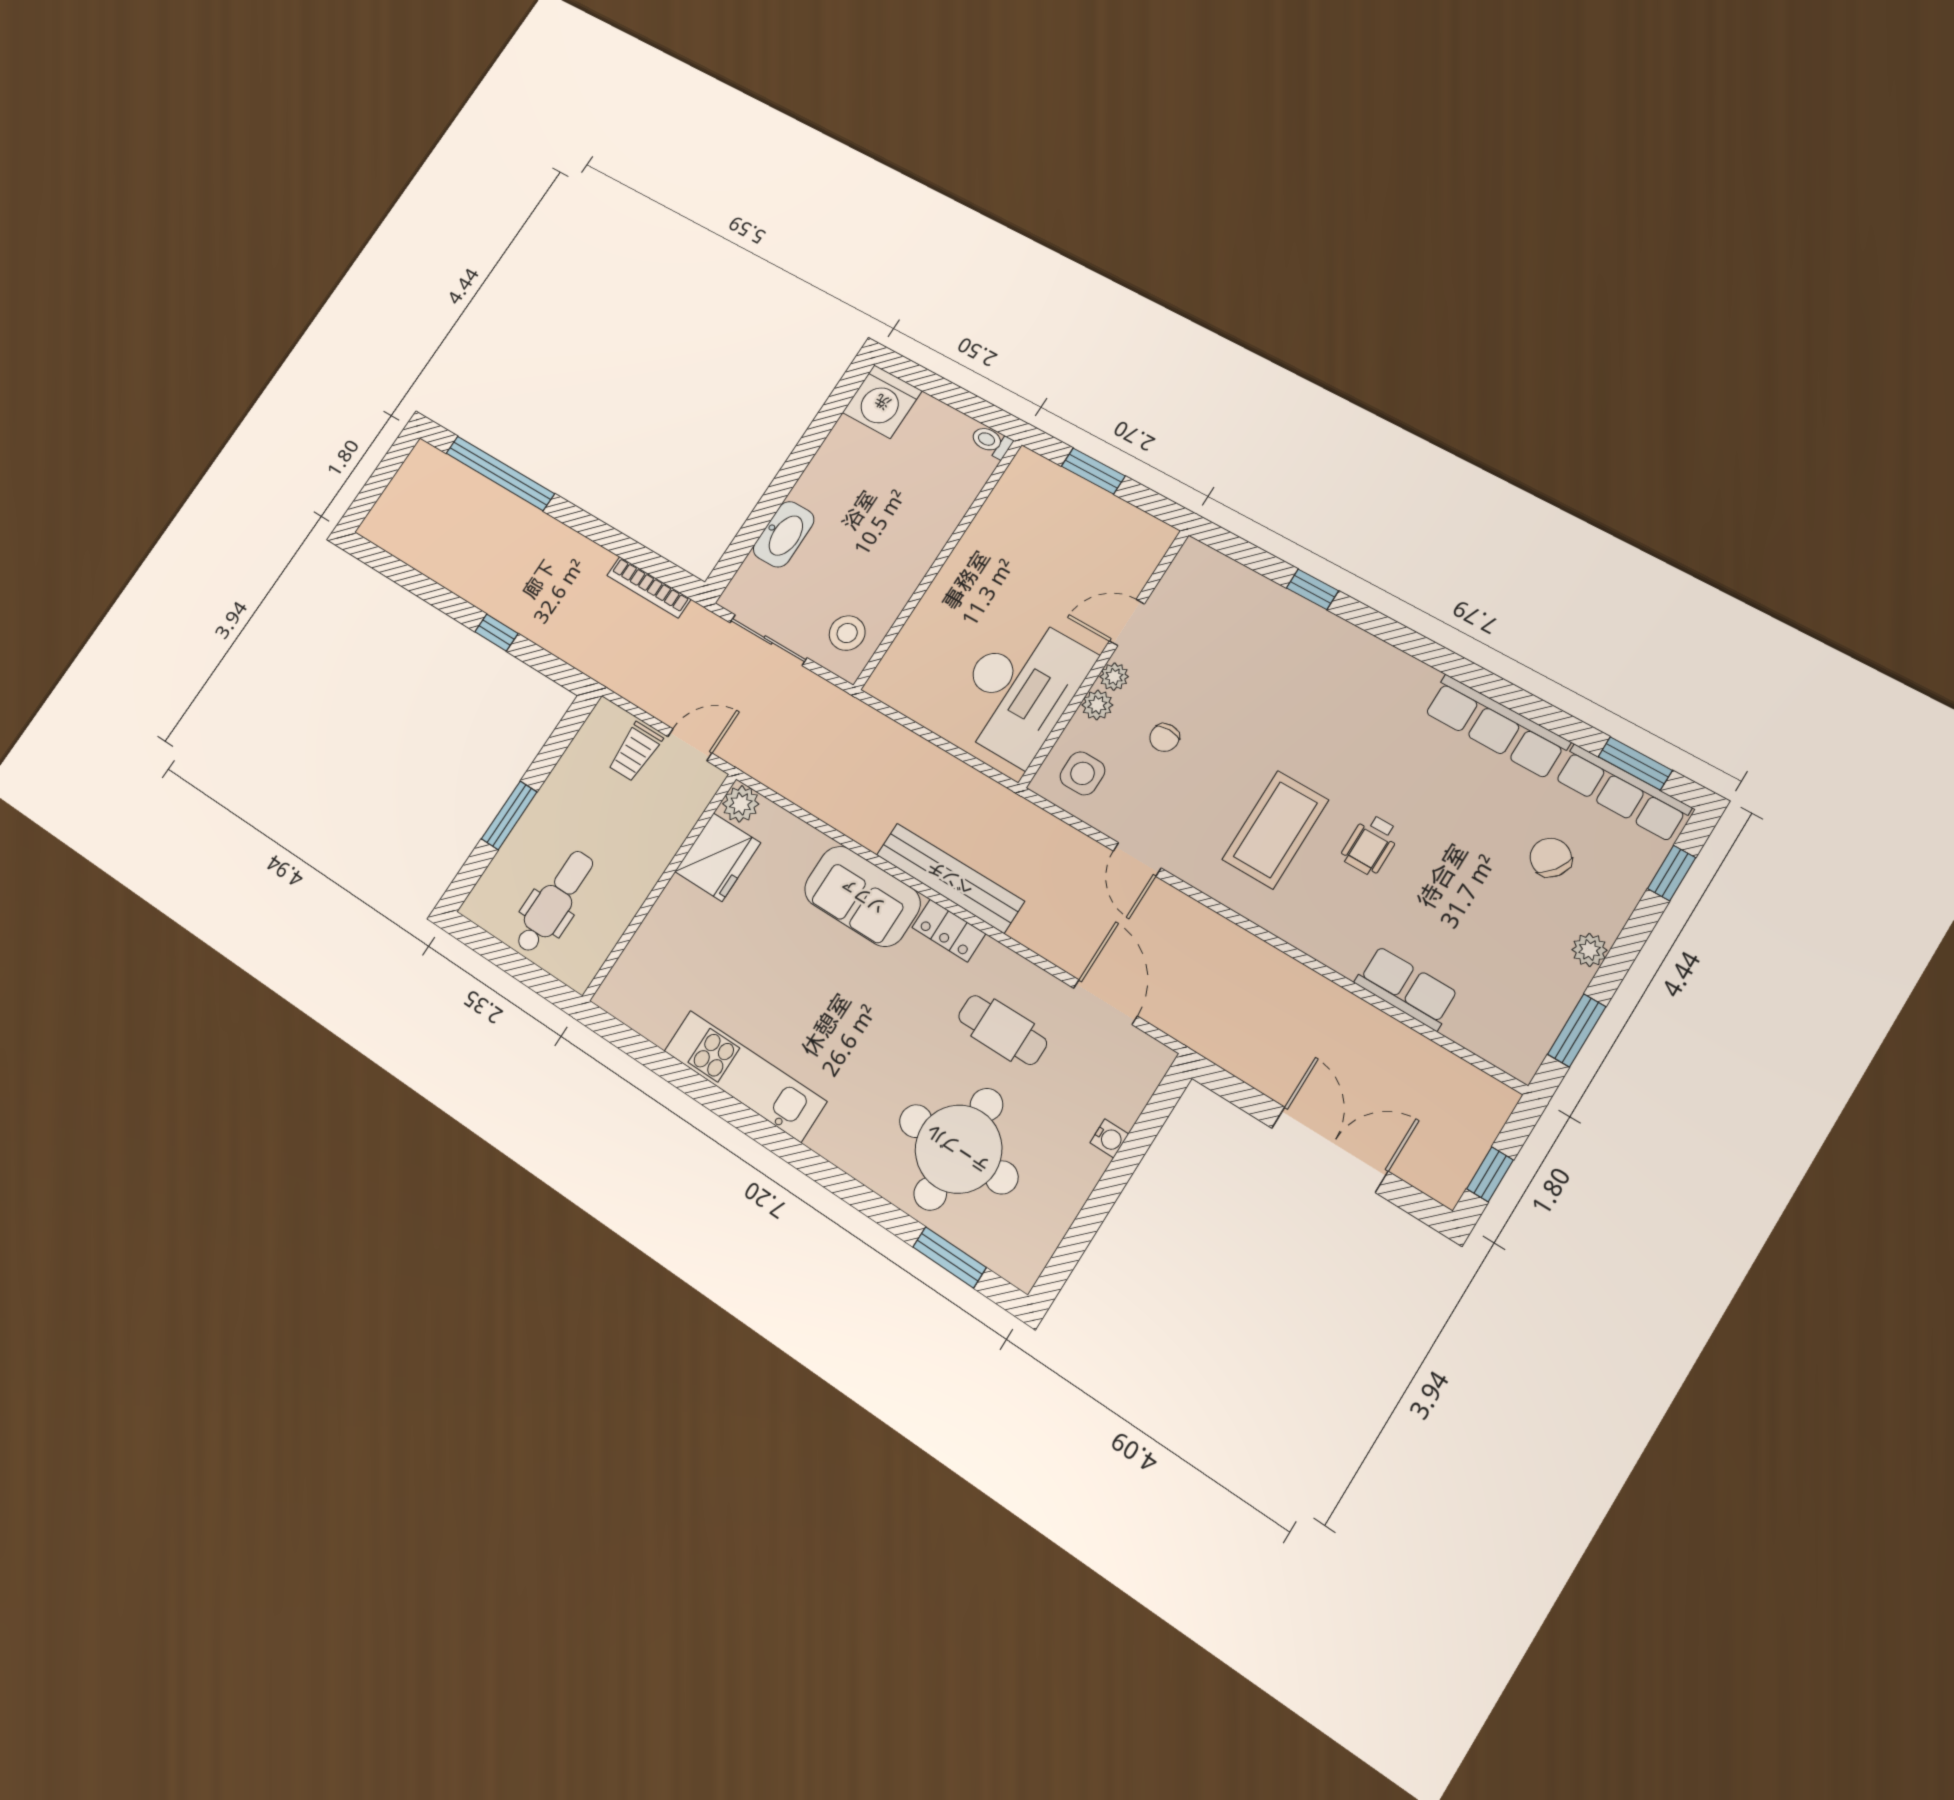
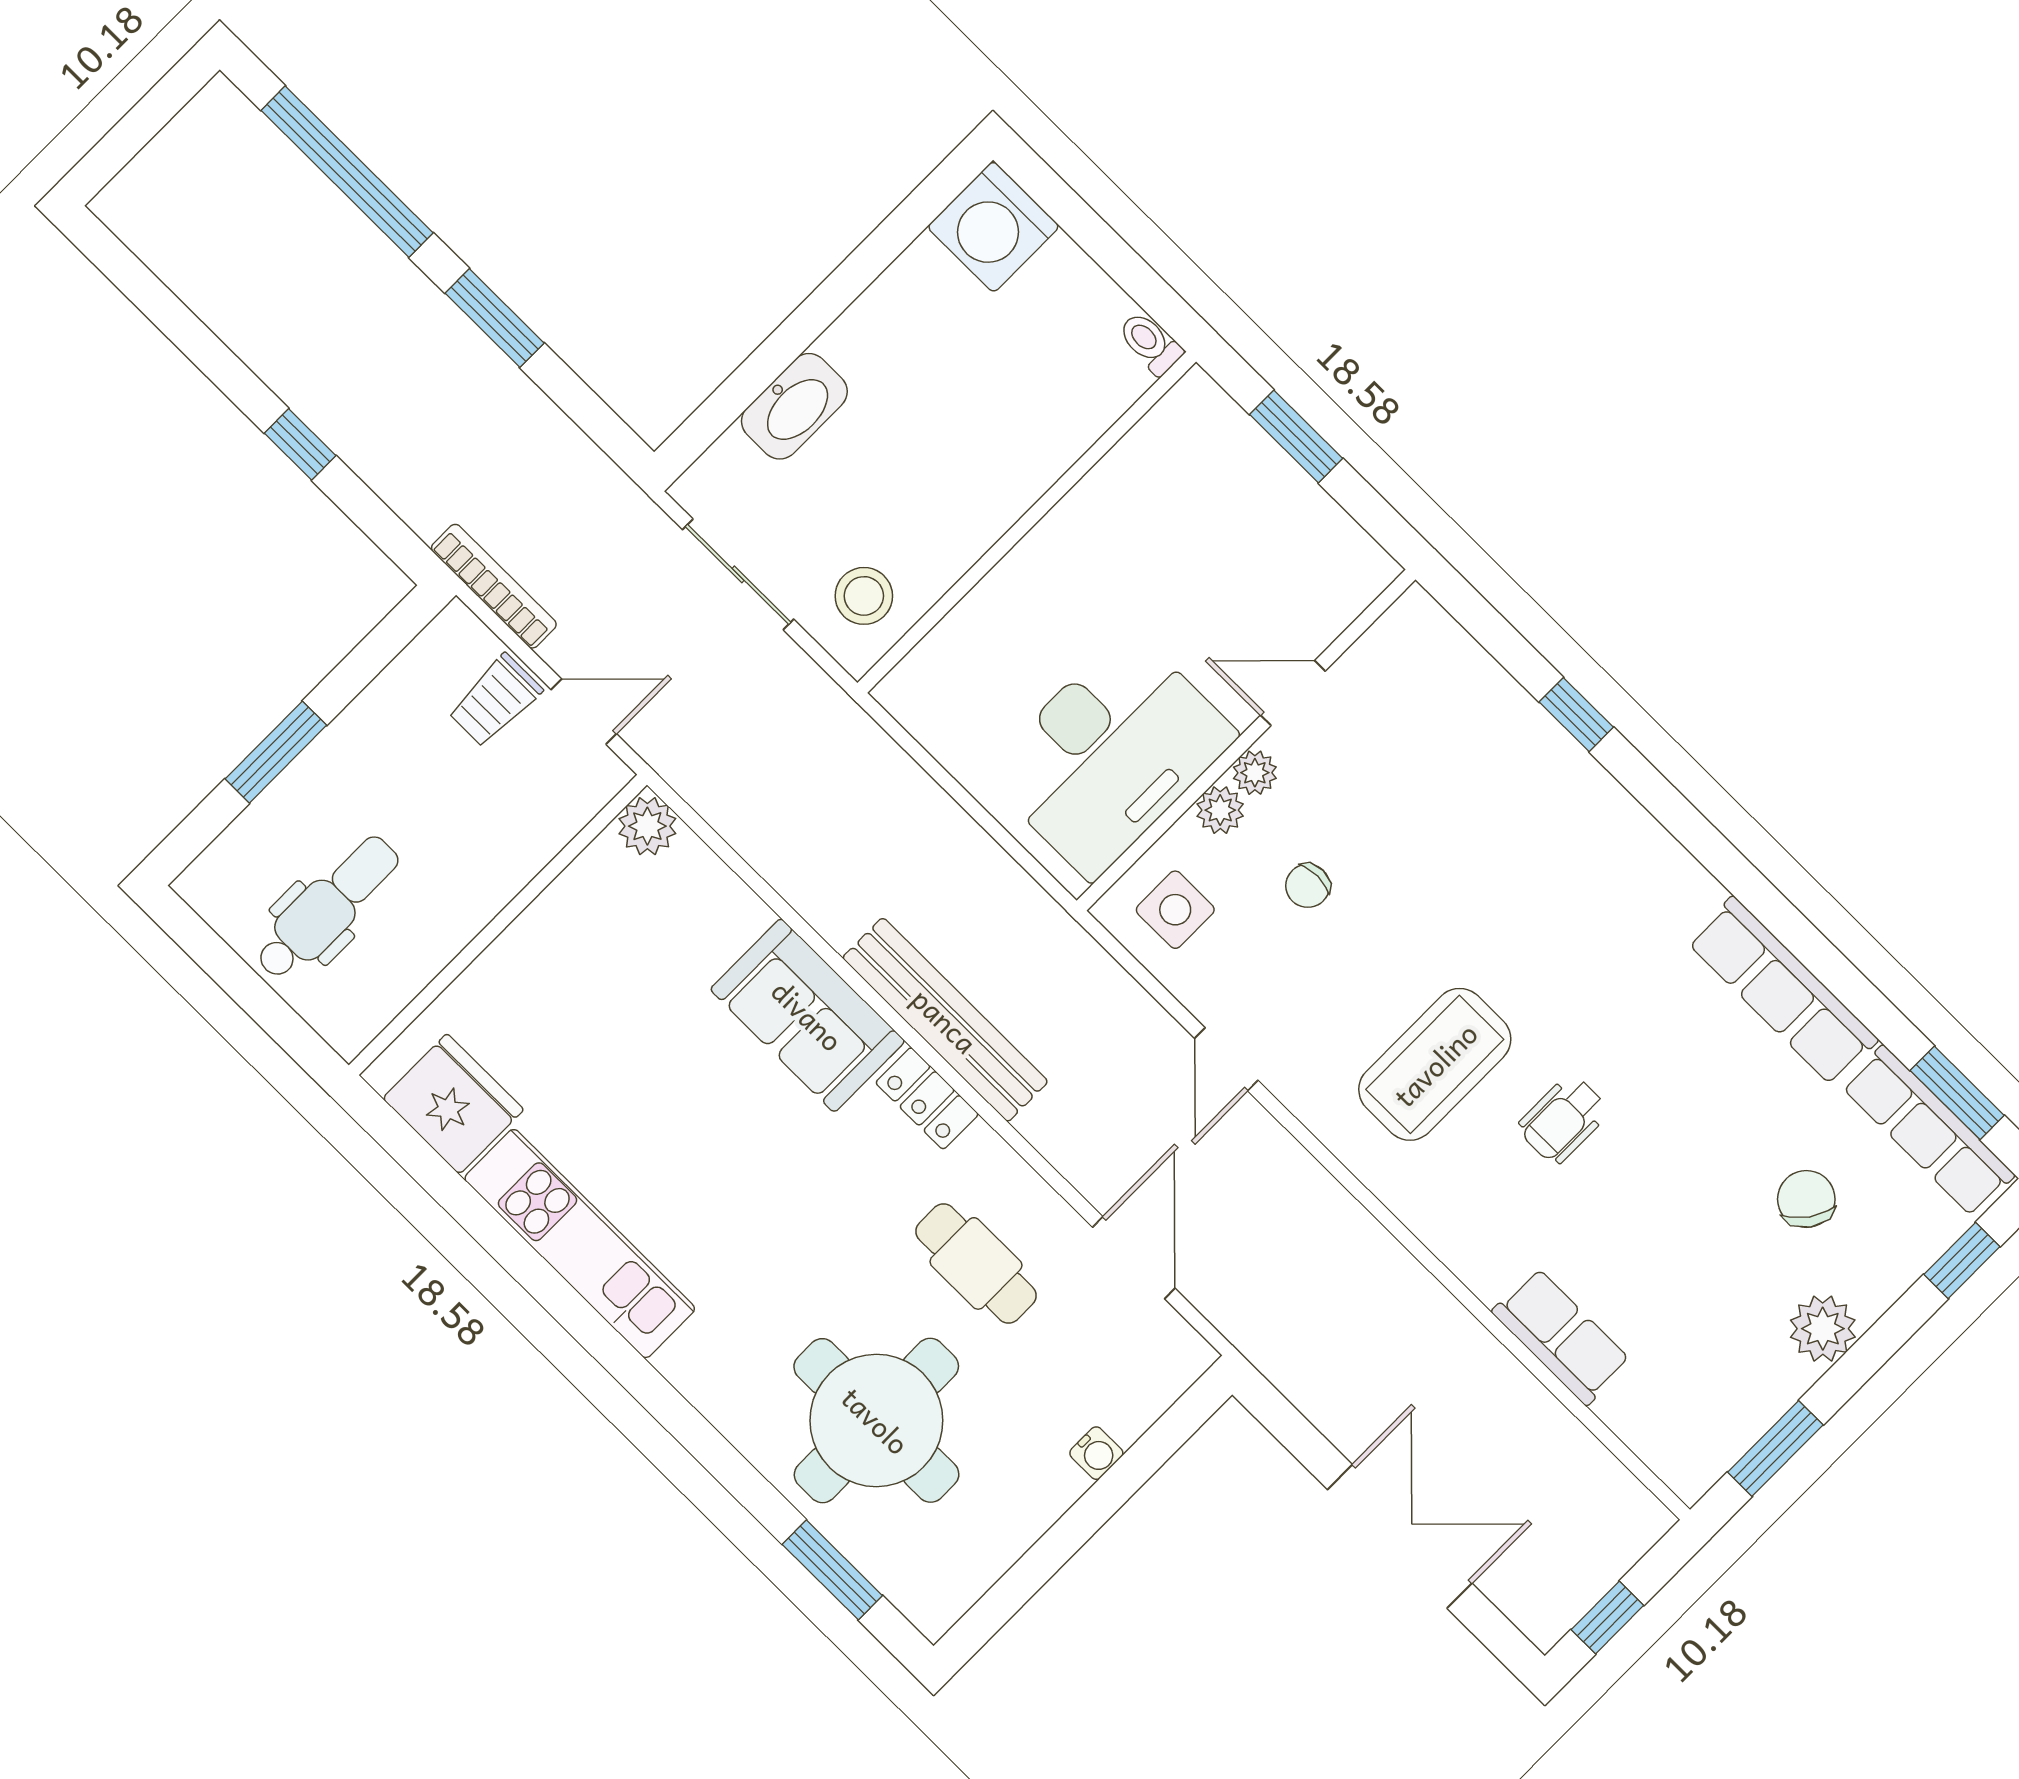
window: (598, 531) -> (495, 318), added
bookcase: (649, 587) -> (494, 586), moved, turned 180
fridge: (718, 857) -> (453, 1104), moved, turned -90
plant: (1590, 950) -> (1823, 1329), width x1.38, depth x1.38

